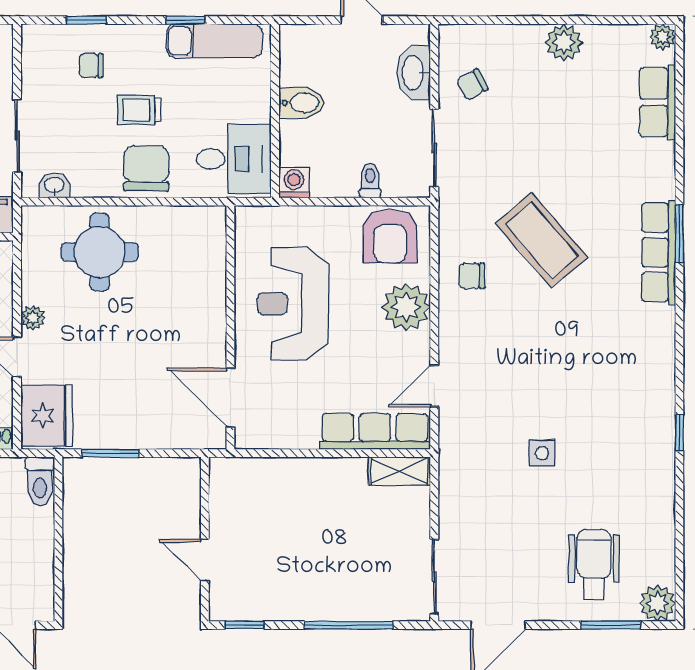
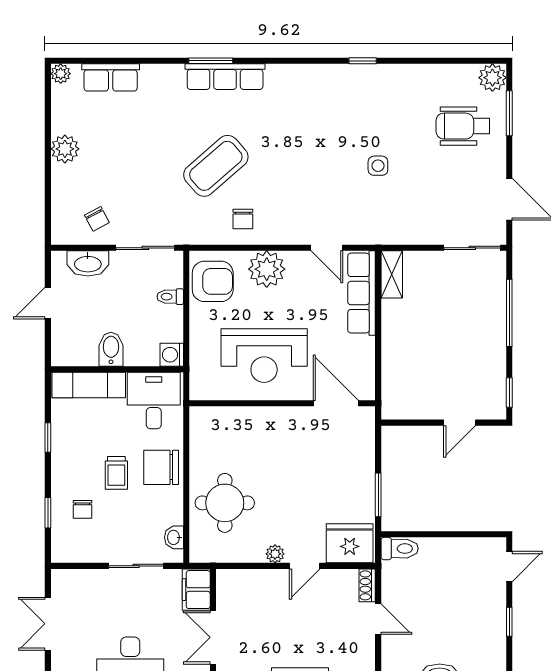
exam couch: (214, 41) -> (89, 385), moved, turned 90
door: (230, 398) -> (336, 403), swing flipped

